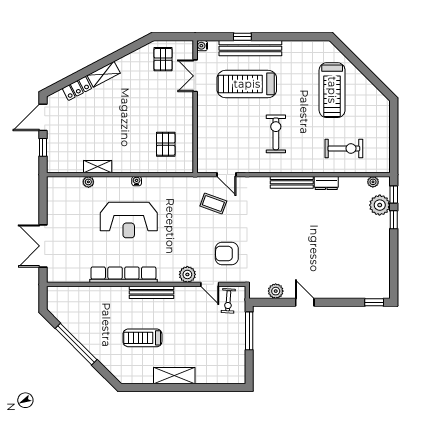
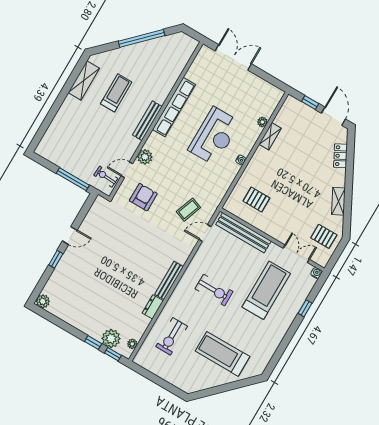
bench: (250, 48) -> (243, 233), moved, turned 90
shelving: (104, 74) -> (338, 201), moved
reception desk: (129, 220) -> (214, 136), turned 180
plant: (276, 291) -> (43, 301), moved
window: (374, 302) -> (56, 259), moved
shelving: (174, 376) -> (84, 80), moved

